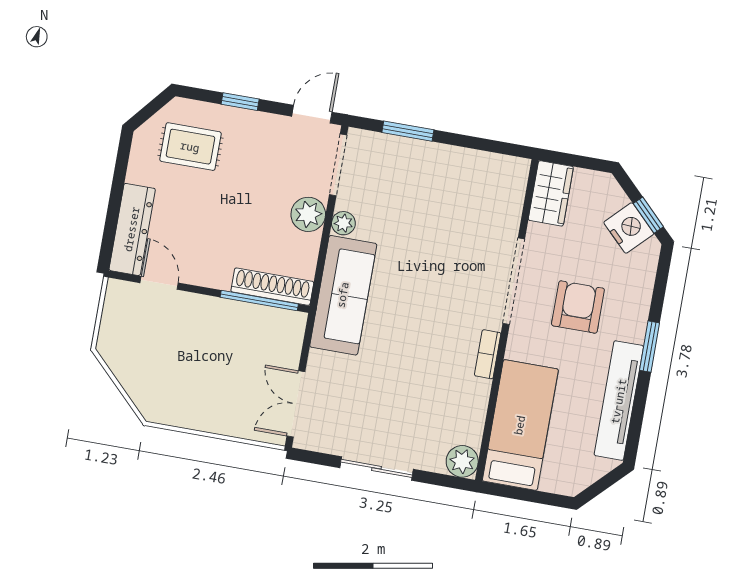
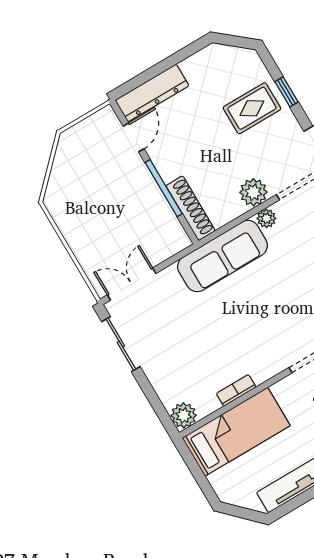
rug: (190, 147) -> (252, 108), moved, turned 90
window: (259, 301) -> (164, 188), moved
bookcase: (488, 354) -> (236, 390), moved
sliding door: (377, 468) -> (121, 344), moved

